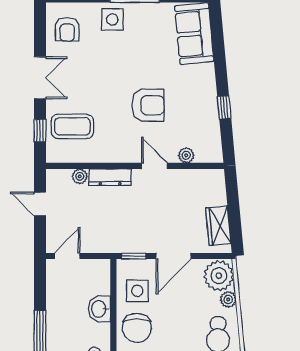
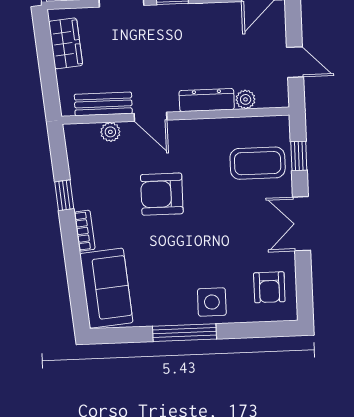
armchair: (67, 29) -> (269, 287), turned 180
bookcase: (209, 79) -> (85, 231), added
bench: (191, 177) -> (103, 104), added

